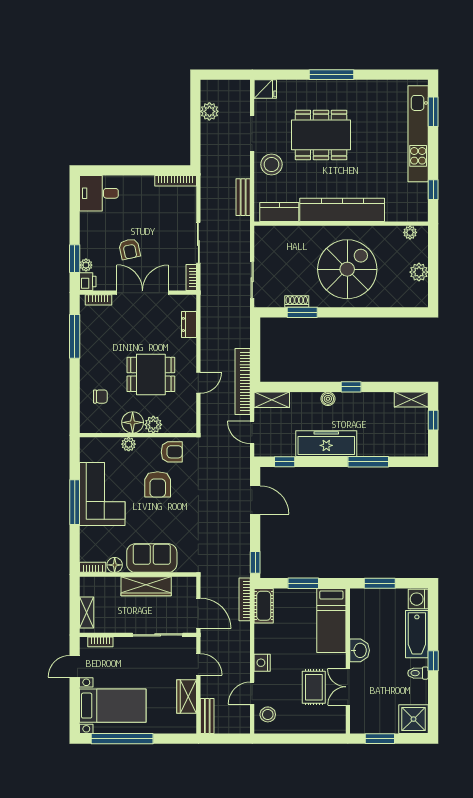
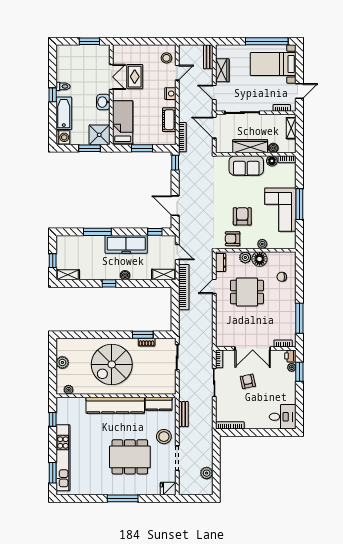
armchair: (130, 249) -> (248, 381), moved
dresser: (189, 324) -> (221, 262), moved
boiler: (113, 584) -> (273, 148), added
cot: (264, 606) -> (169, 120), moved
shower: (414, 719) -> (99, 135), moved

